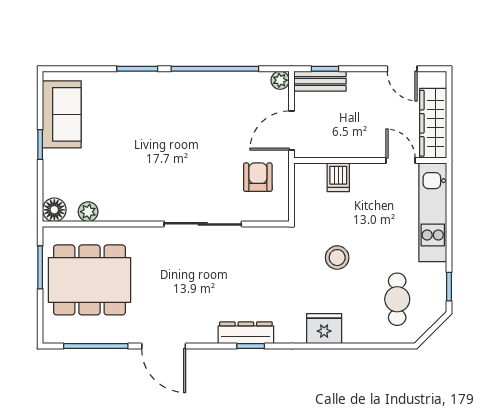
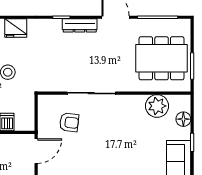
armchair: (258, 177) -> (69, 122), moved, turned -83
floor lamp: (54, 210) -> (183, 119), moved
plant: (88, 212) -> (157, 106), width x1.88, depth x1.88
dresser: (246, 333) -> (80, 25), moved

